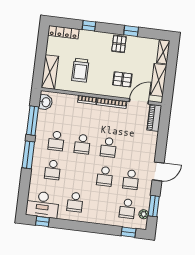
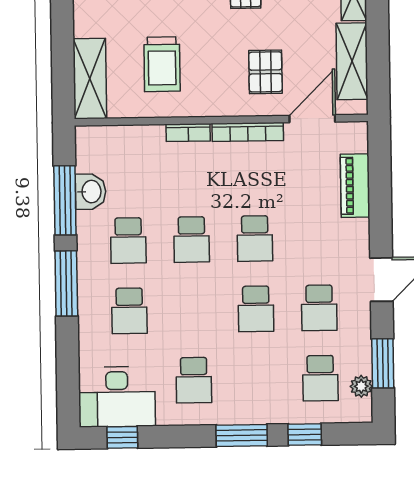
pallet: (122, 79) -> (265, 72), turned 90
washbasin: (46, 102) -> (91, 192), moved
piano: (154, 118) -> (355, 186), moved
window: (92, 228) -> (242, 435), added
window: (129, 232) -> (305, 435), moved

